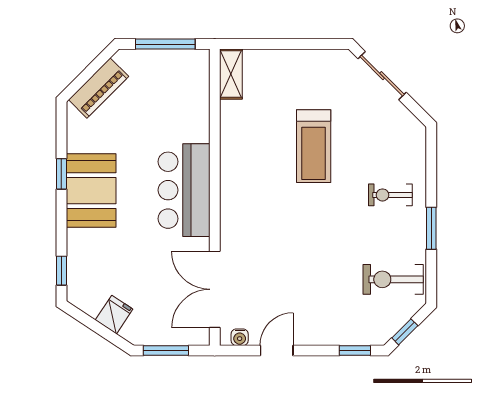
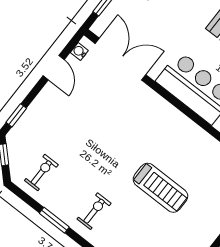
treadmill: (314, 146) -> (160, 188), turned 180
exercise bike: (393, 279) -> (41, 173), width x0.73, depth x0.72

